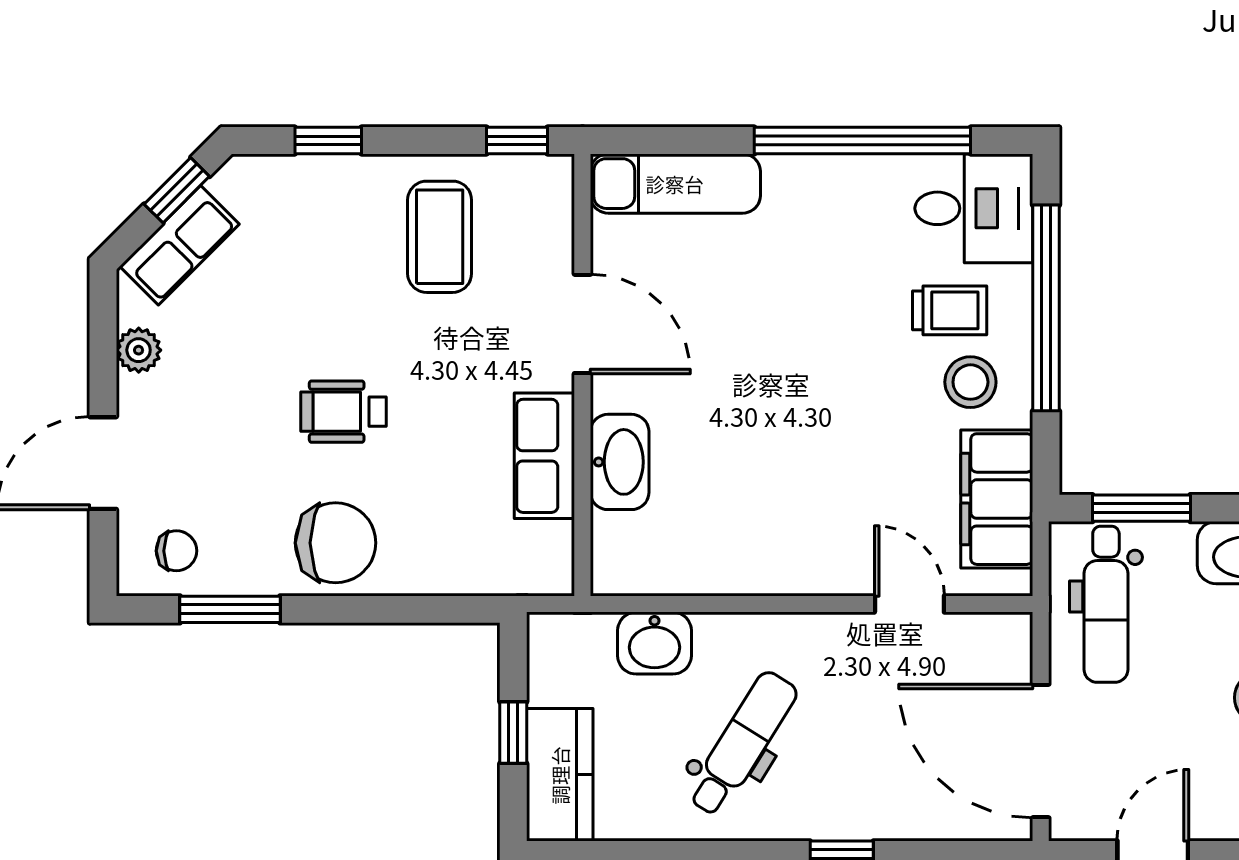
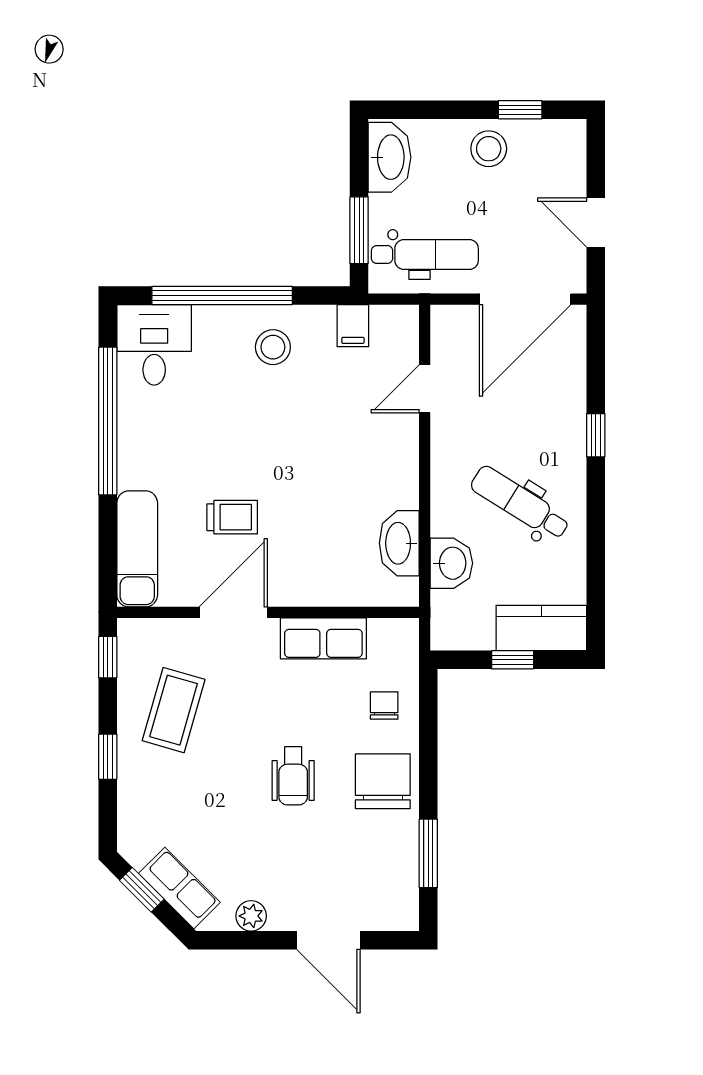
window: (328, 140) -> (108, 757), moved
coffee table: (440, 237) -> (174, 710), turned -74
trolley: (950, 310) -> (232, 517), moved, turned 90
washbasin: (620, 462) -> (399, 543), moved, turned -90
filing cabinet: (997, 499) -> (353, 326), width x0.33, depth x0.86
chair: (176, 551) -> (384, 706), moved

